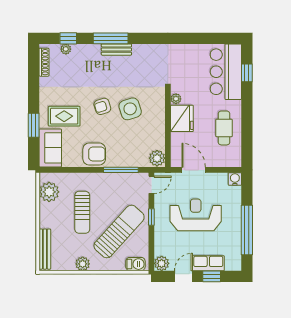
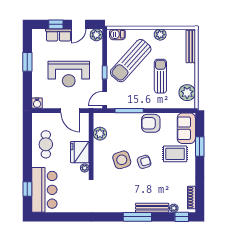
window: (68, 38) -> (182, 217), moved
bench: (116, 50) -> (152, 208), moved, width x1.36
plant: (157, 158) -> (100, 134), moved
window: (247, 230) -> (27, 62), width x0.47

